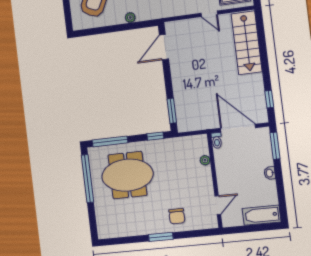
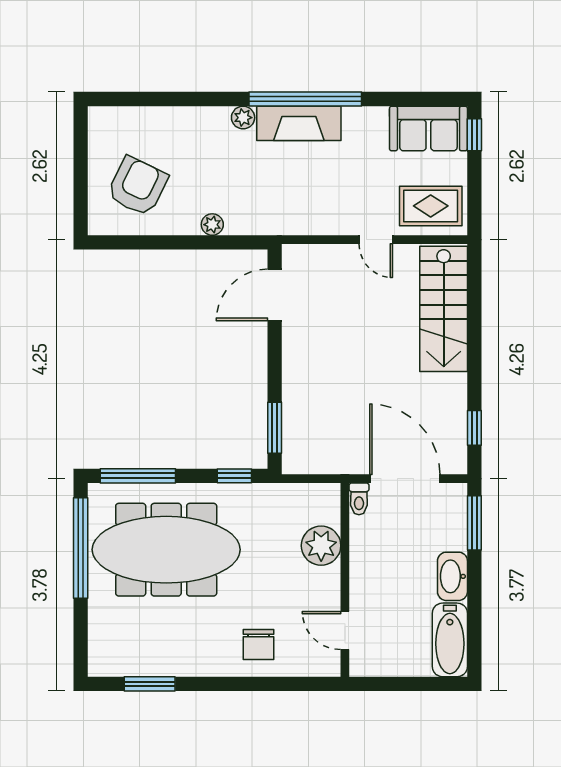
plant: (205, 160) -> (321, 546), width x1.87, depth x1.87
washbasin: (270, 173) -> (452, 576), width x1.91, depth x1.45
meeting table: (127, 175) -> (166, 550), width x1.36
door: (218, 205) -> (345, 631), swing flipped
bathtub: (262, 215) -> (450, 640), moved, turned -90
window: (161, 237) -> (150, 684), moved

